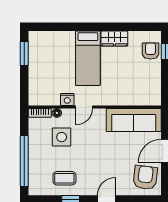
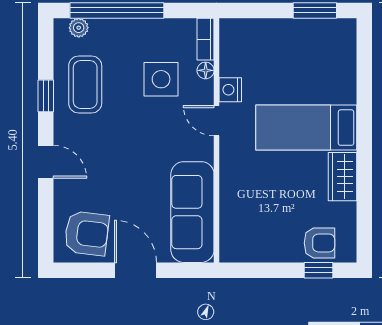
coffee table: (64, 178) -> (85, 84), width x1.36, depth x1.30
plant: (34, 182) -> (79, 28), added

